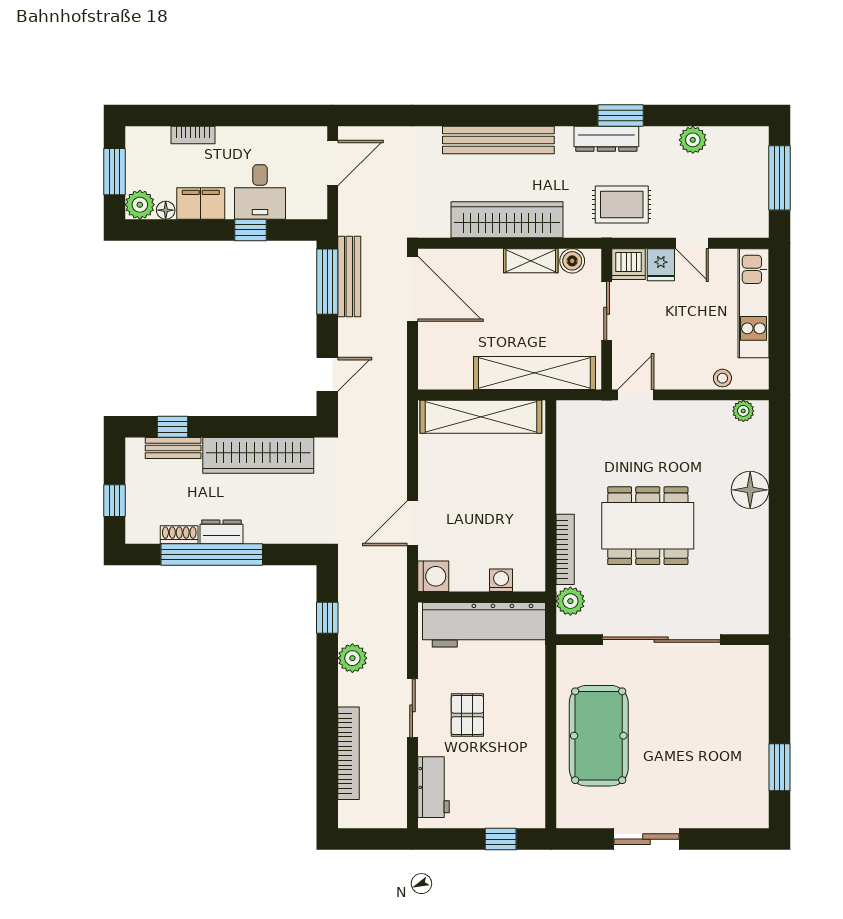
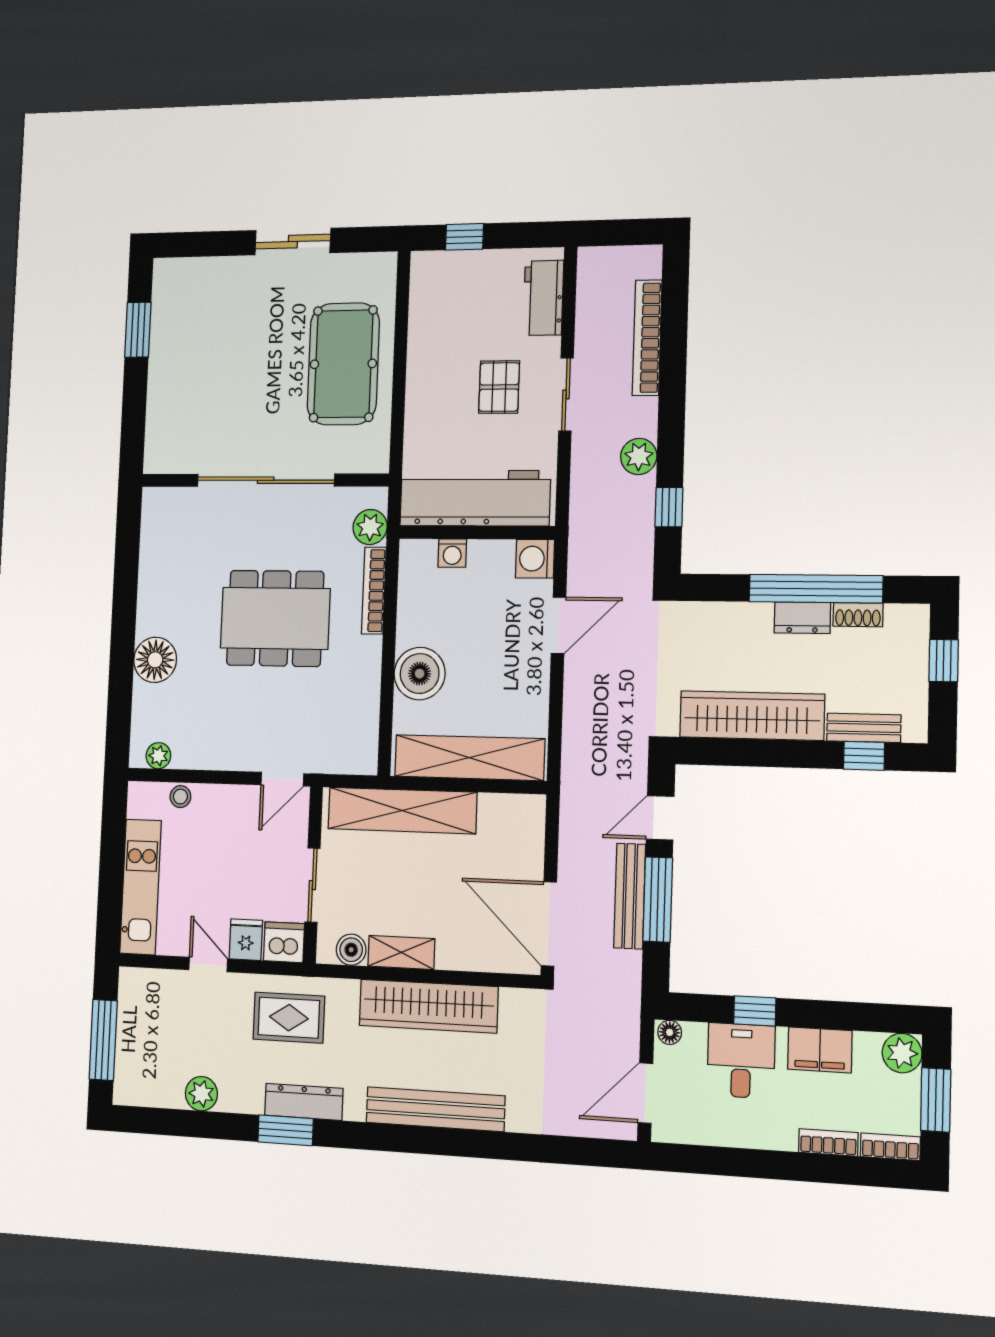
bookcase: (147, 135) -> (890, 1147), added
floor lamp: (166, 210) -> (670, 1032), moved
bench: (349, 277) -> (630, 896), moved
window: (327, 282) -> (658, 899), moved
boiler: (524, 483) -> (420, 674), added

